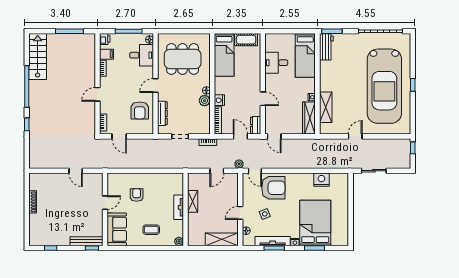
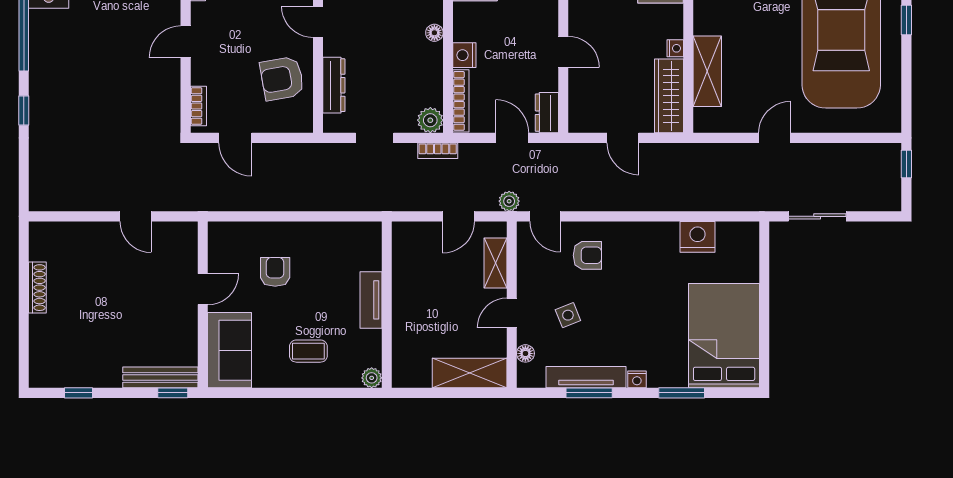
door: (155, 86) -> (318, 22), hinge flipped
plant: (205, 101) -> (430, 120), moved
armchair: (140, 110) -> (282, 78), turned 80
door: (274, 136) -> (623, 138), moved
armchair: (273, 188) -> (587, 255), width x0.53, depth x0.53
shelving: (193, 201) -> (495, 263), moved
bed: (315, 223) -> (724, 336), moved

